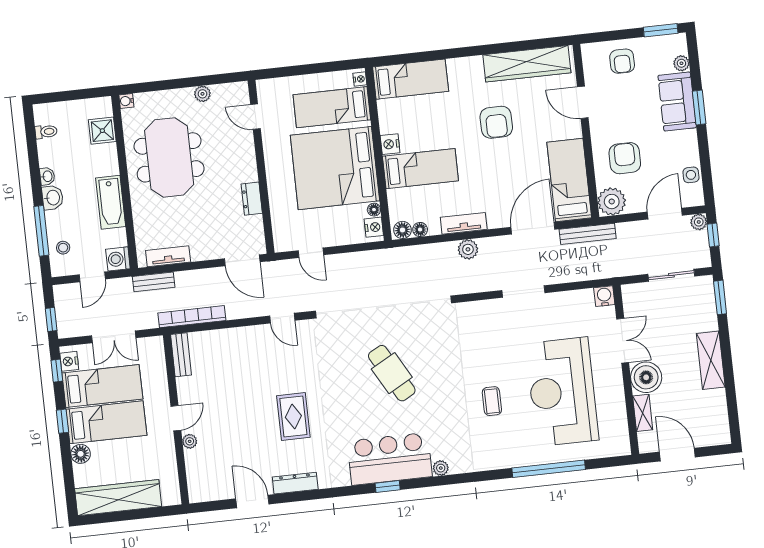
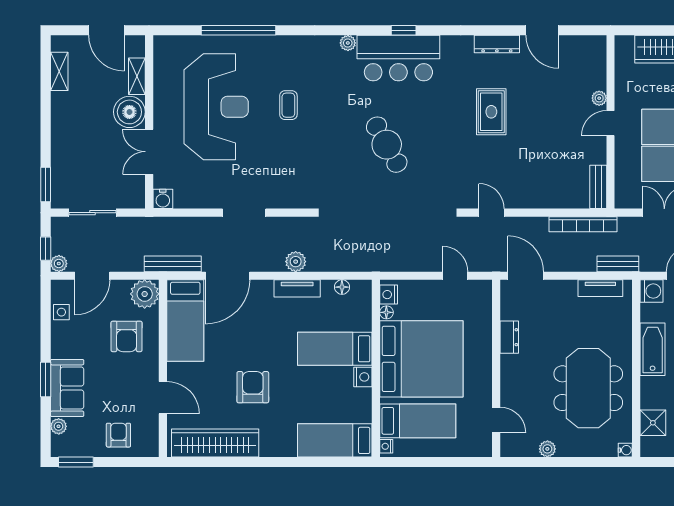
floor lamp: (403, 230) -> (360, 289), removed
shelving: (711, 360) -> (59, 71), moved, width x0.67, depth x0.75

